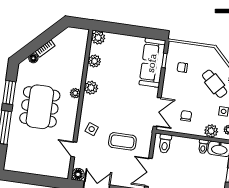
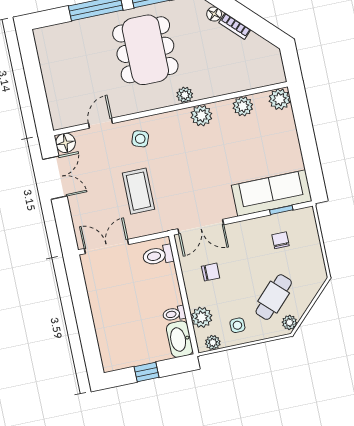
dining table: (40, 107) -> (145, 50), turned 90

